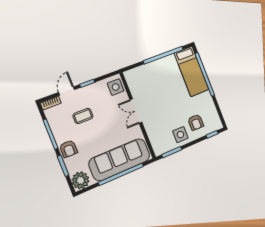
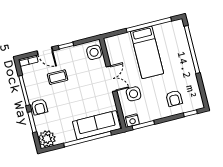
bed: (192, 71) -> (147, 52), moved
door: (67, 91) -> (45, 51), swing flipped
double door: (136, 111) -> (112, 79), swing flipped
side table: (180, 135) -> (134, 94), moved
nightstand: (161, 149) -> (132, 120), added
sofa: (120, 160) -> (97, 125), width x0.74, depth x0.79

